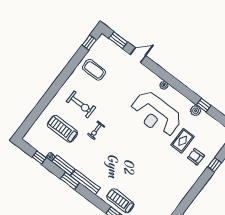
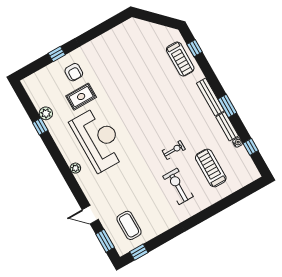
coffee table: (94, 70) -> (129, 225), moved
plant: (196, 111) -> (46, 113), moved
treadmill: (62, 129) -> (211, 168), turned 180

